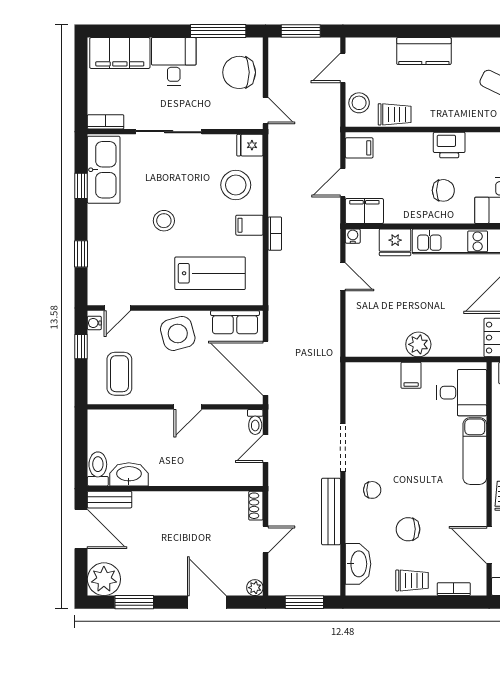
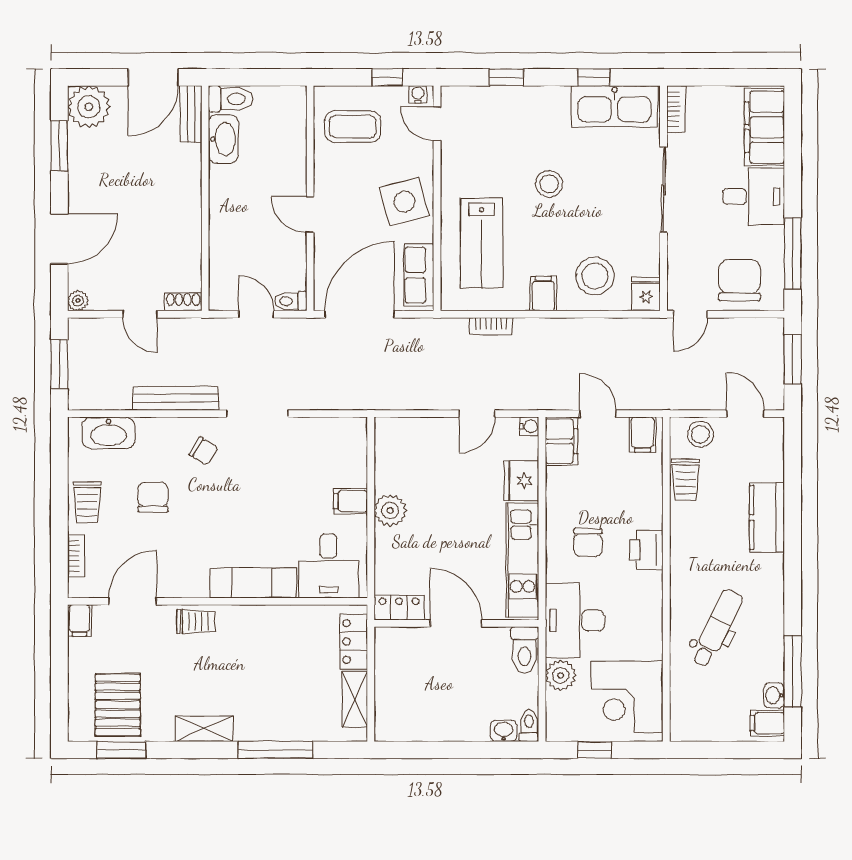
bookcase: (275, 234) -> (491, 326), moved
chair: (372, 490) -> (203, 451), turned -58

